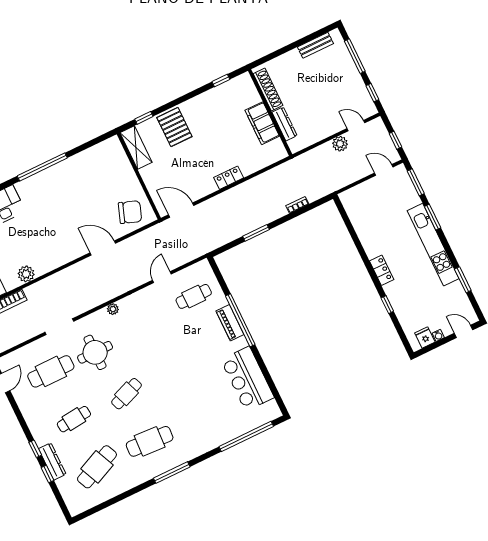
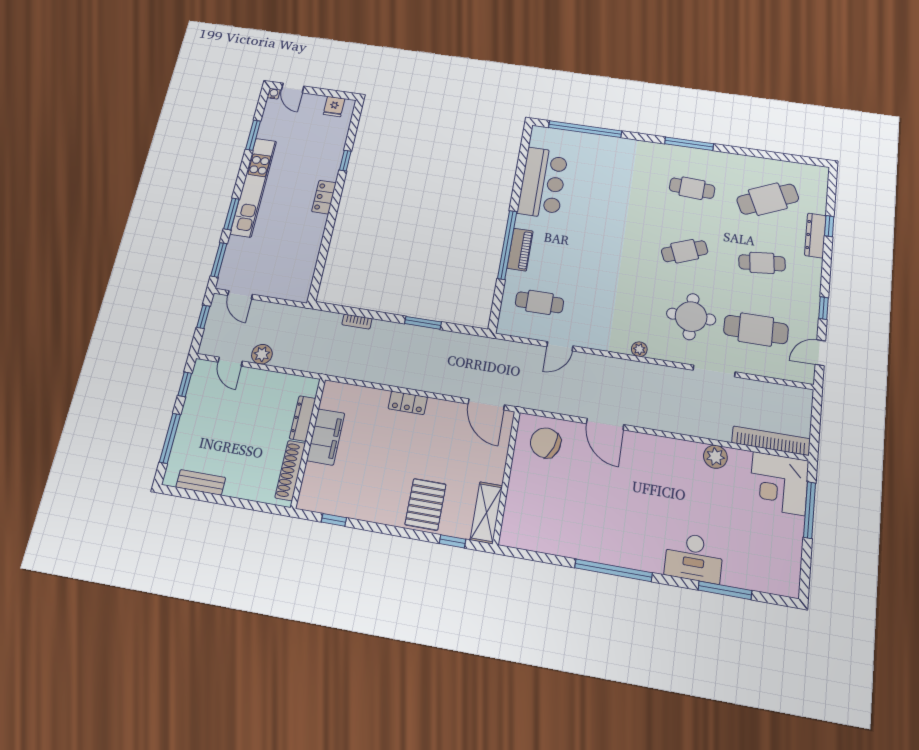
water cooler: (438, 335) -> (274, 94), moved
cafe table: (150, 441) -> (692, 188), width x0.73, depth x0.74
window: (35, 449) -> (823, 308), moved

